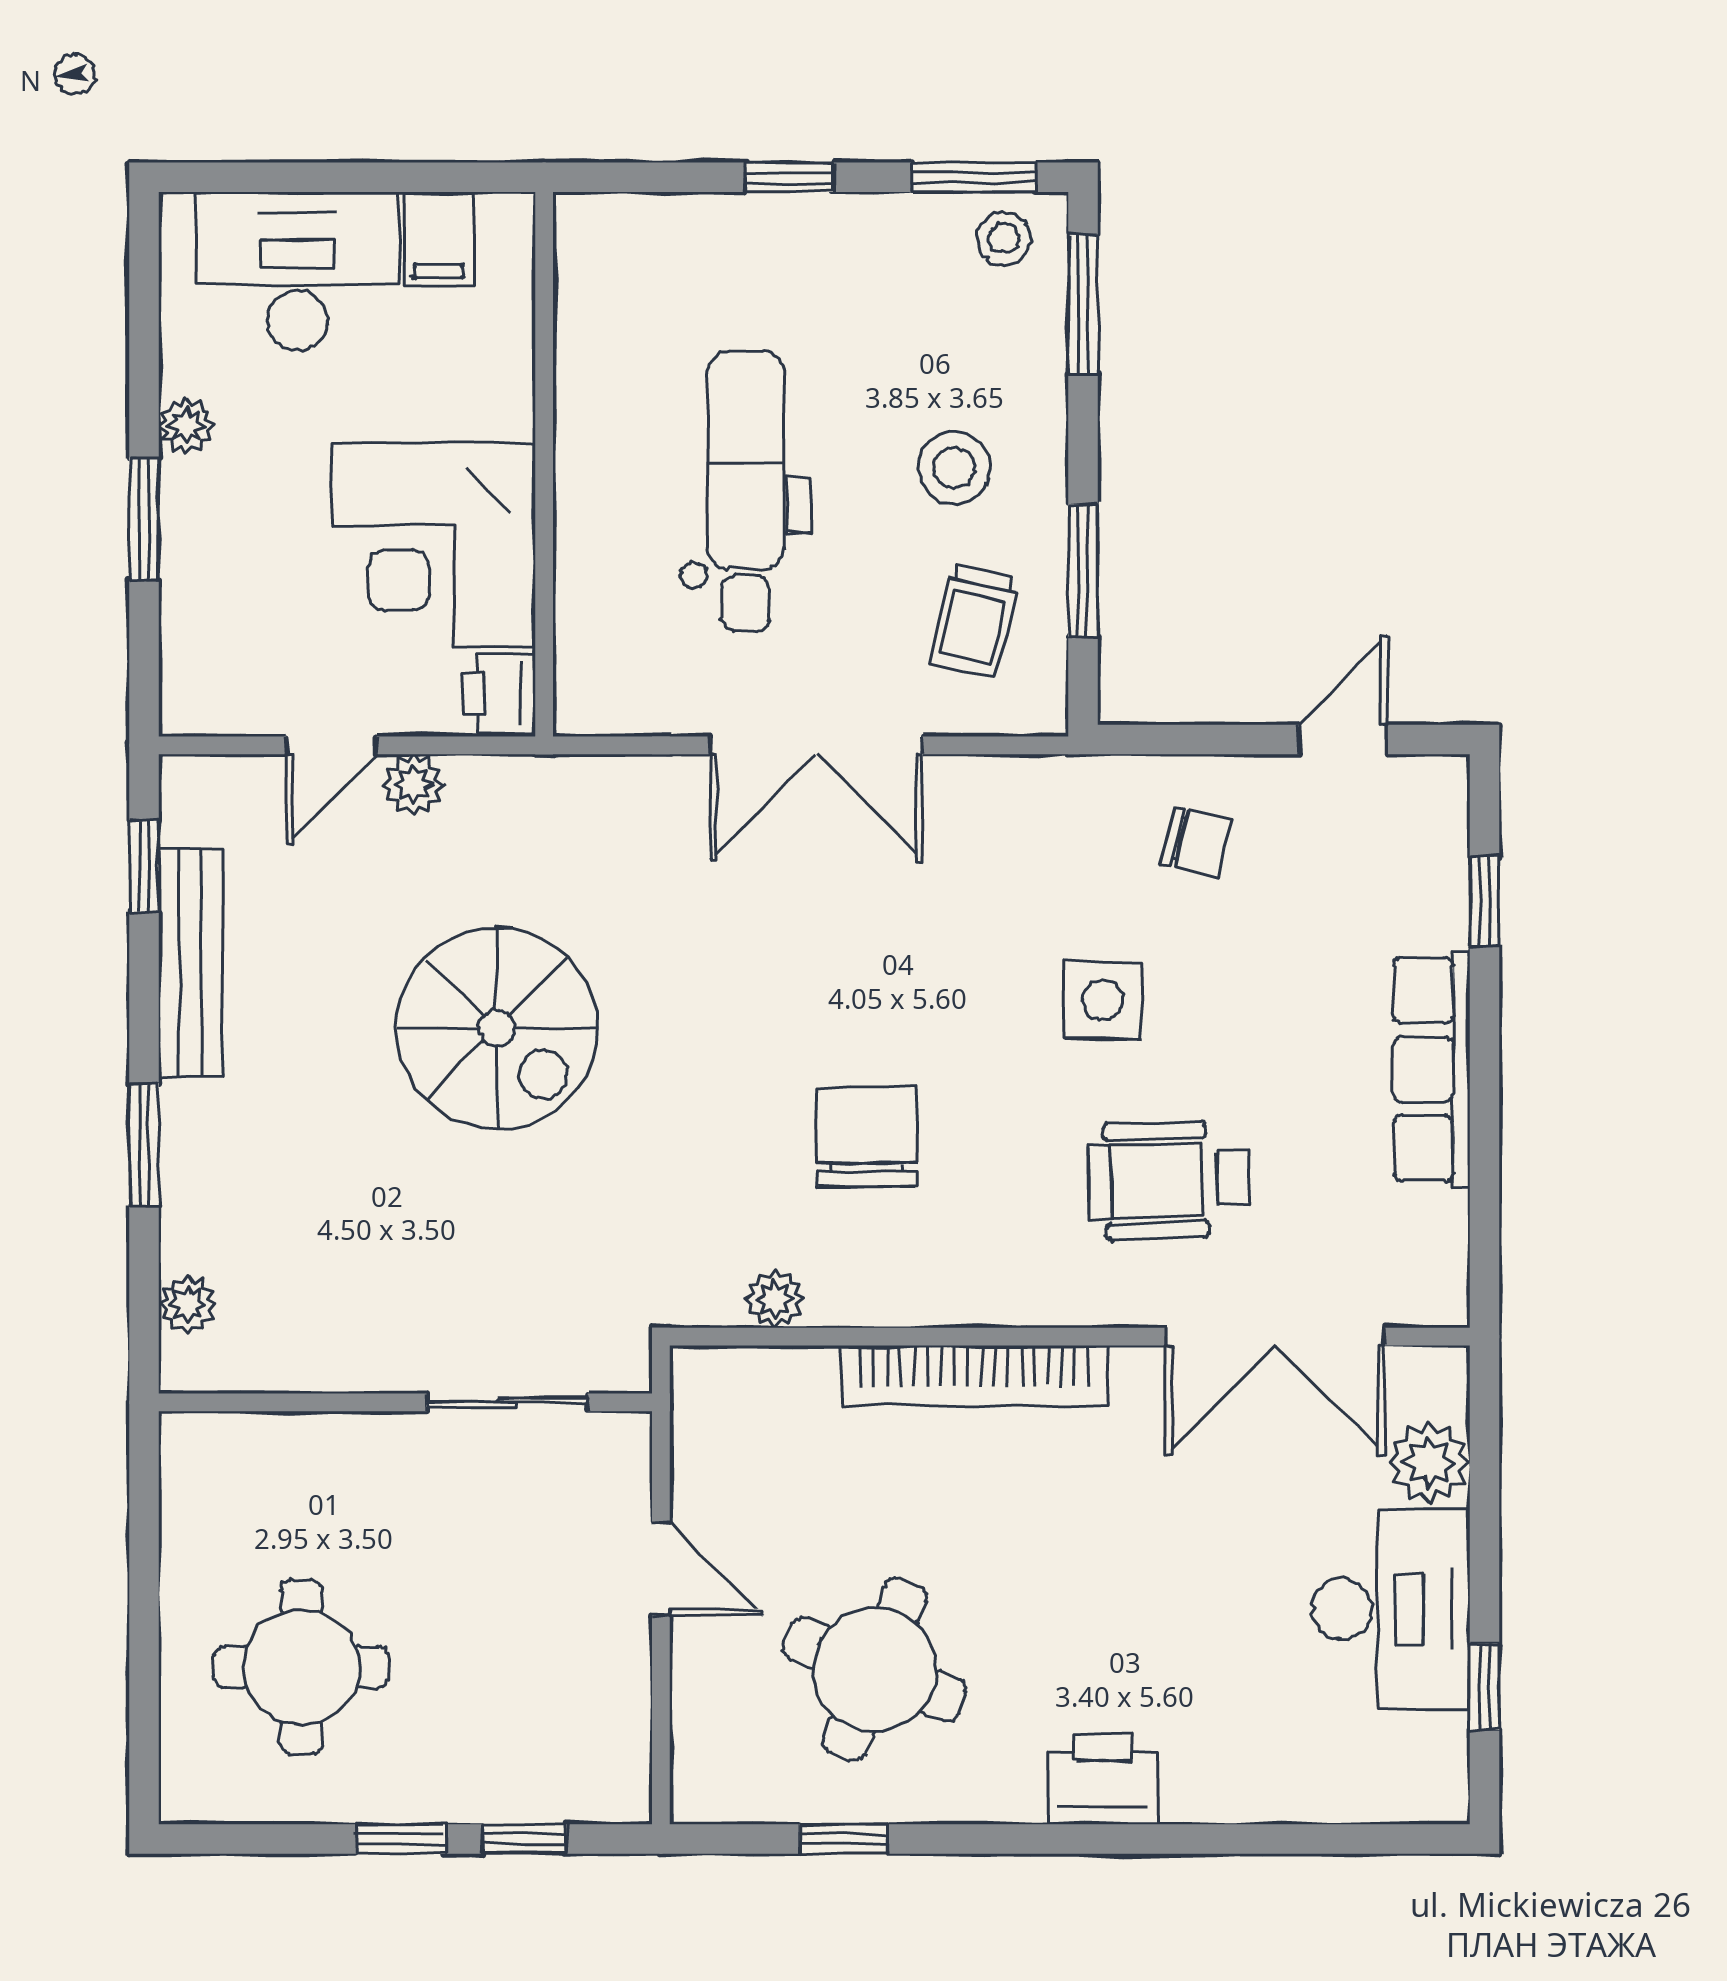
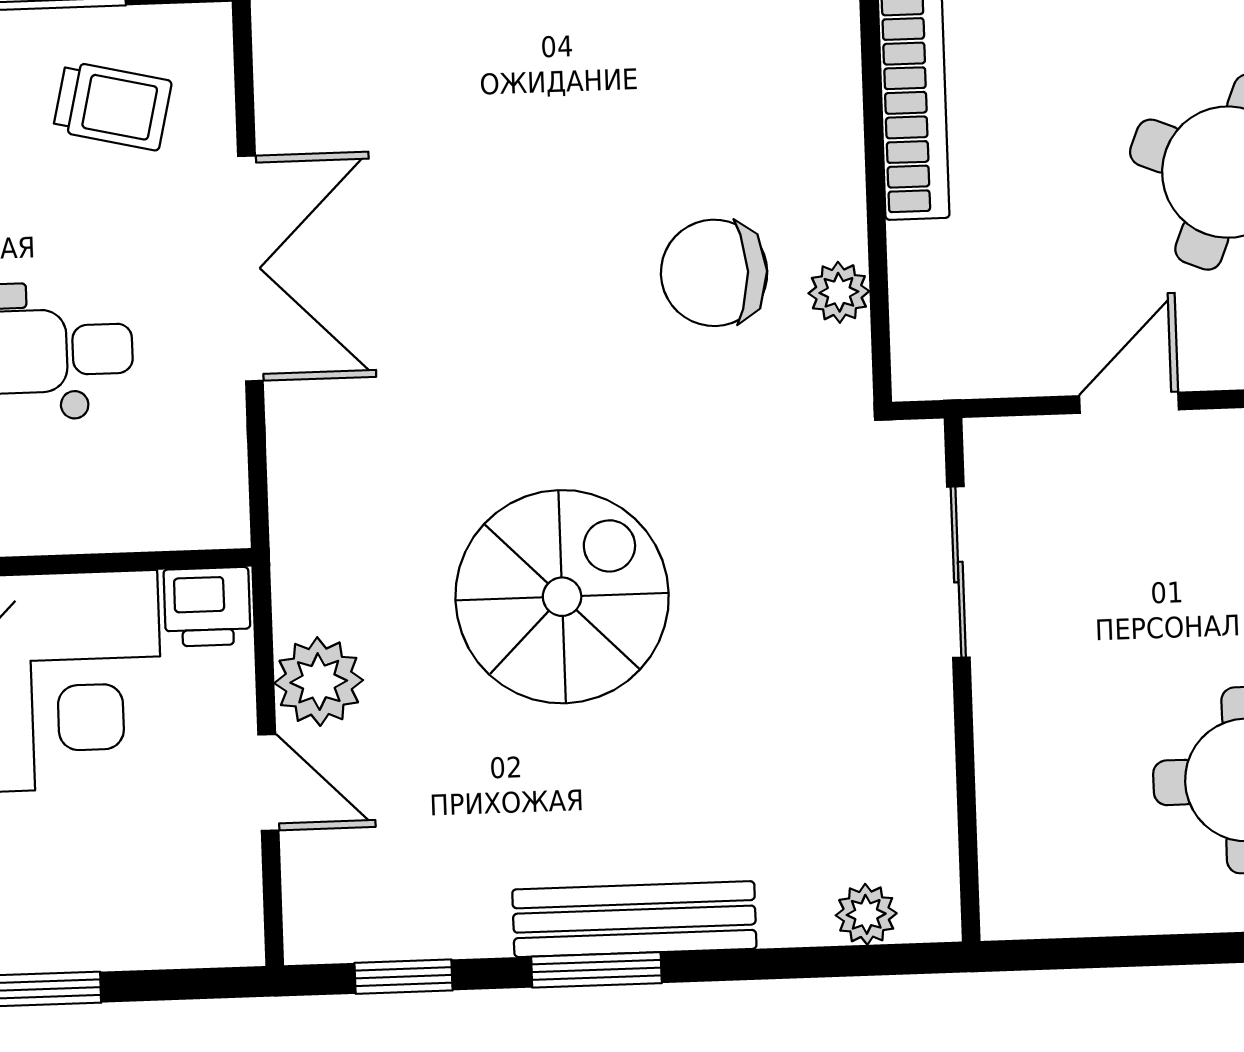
plant: (413, 785) -> (319, 682), width x1.38, depth x1.38
bench: (191, 962) -> (634, 919), moved
chair: (867, 1137) -> (714, 273), moved
window: (144, 1145) -> (596, 970), moved

